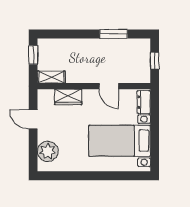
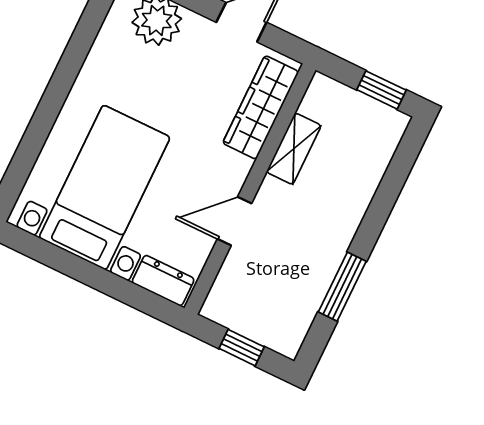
shelving: (51, 77) -> (294, 149), moved
wardrobe: (68, 97) -> (261, 107), width x1.50

